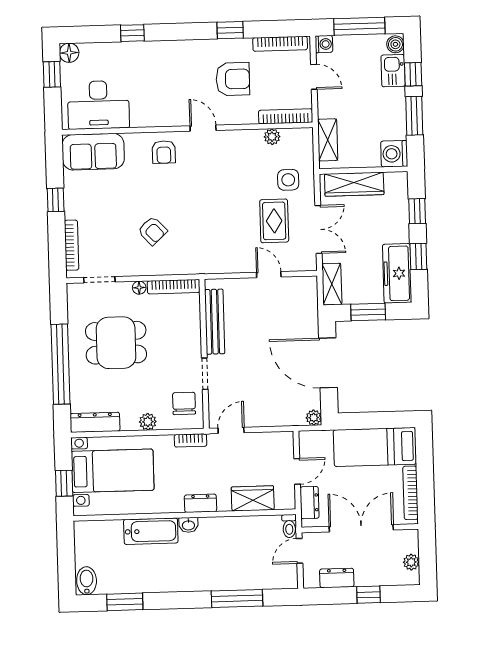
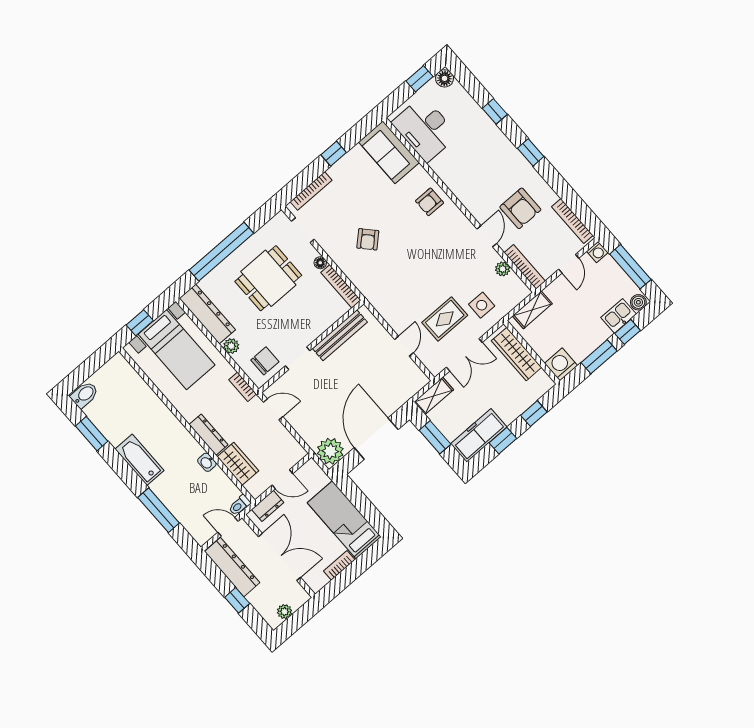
window: (230, 30) -> (531, 152), moved
door: (203, 128) -> (487, 236), moved
dining table: (116, 343) -> (268, 278), turned 90
plant: (314, 418) -> (330, 451), width x1.87, depth x1.87
dresser: (95, 422) -> (207, 314), width x1.37, depth x1.24
bookcase: (411, 493) -> (339, 565), width x0.64
dresser: (200, 503) -> (208, 435), width x1.44
washbasin: (188, 525) -> (207, 462), moved
bathtub: (151, 531) -> (140, 460), moved, turned 180
dresser: (337, 578) -> (232, 567), width x1.96, depth x1.24

